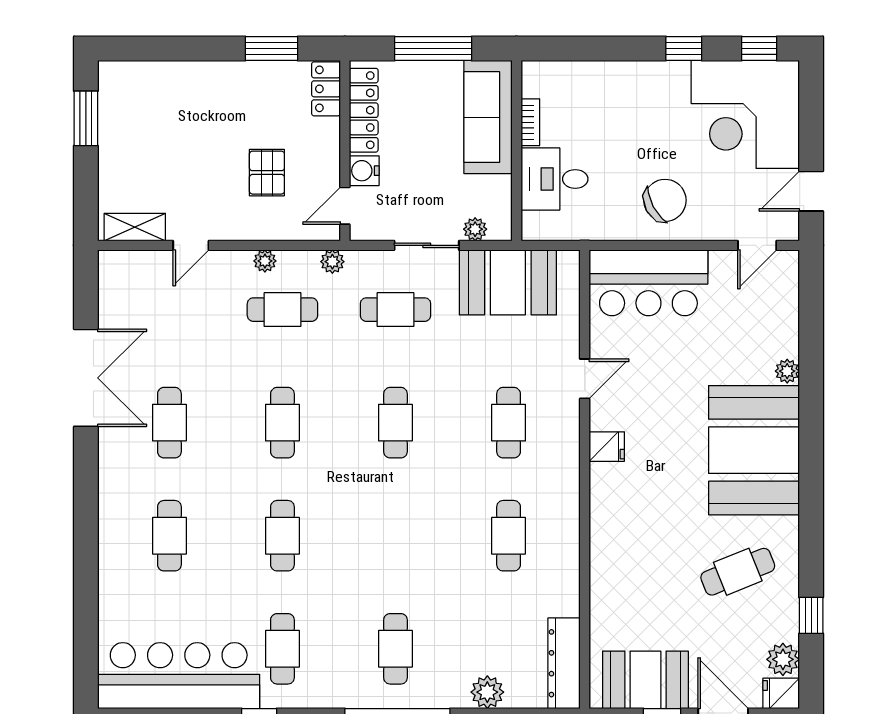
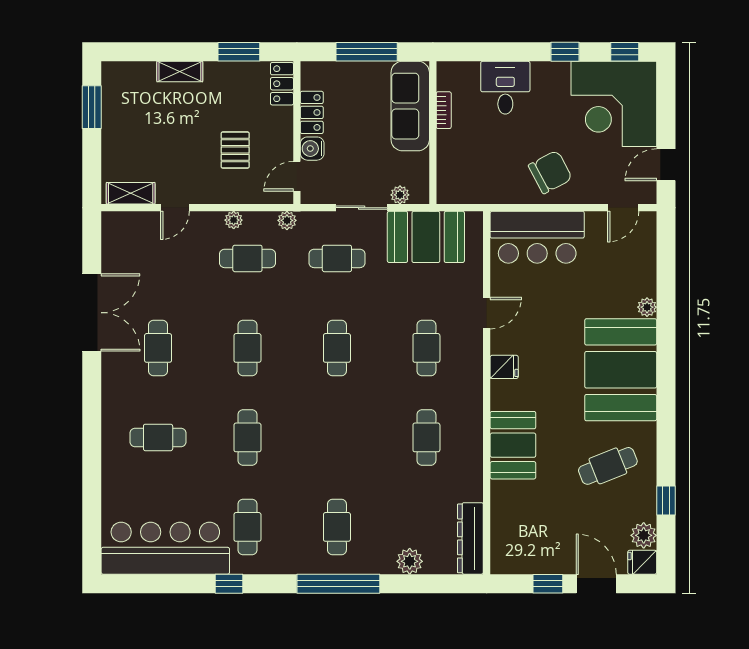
shelving: (197, 73) -> (180, 71), added
locker: (364, 110) -> (312, 112), width x0.66
desk: (554, 179) -> (505, 88), moved, turned 90
cafe table: (169, 536) -> (158, 437), turned 90
booth: (645, 680) -> (513, 445), moved, turned 90

